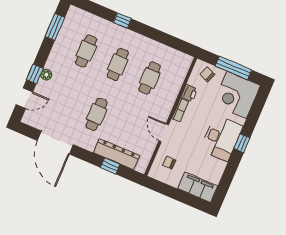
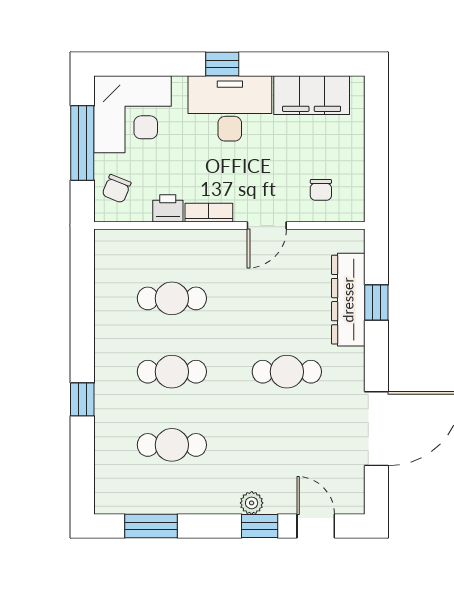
filing cabinet: (198, 187) -> (312, 95), moved, turned -90

